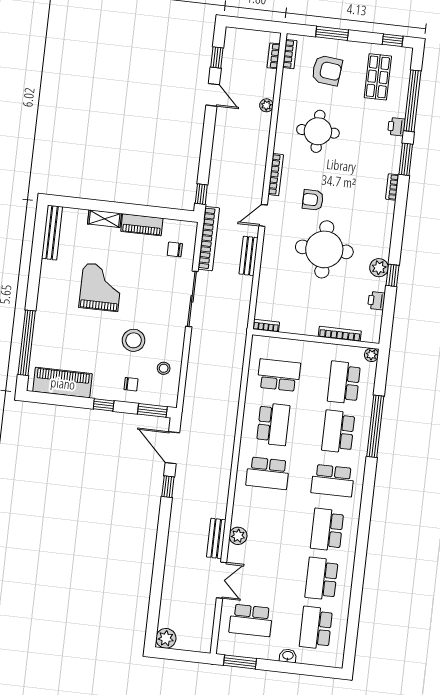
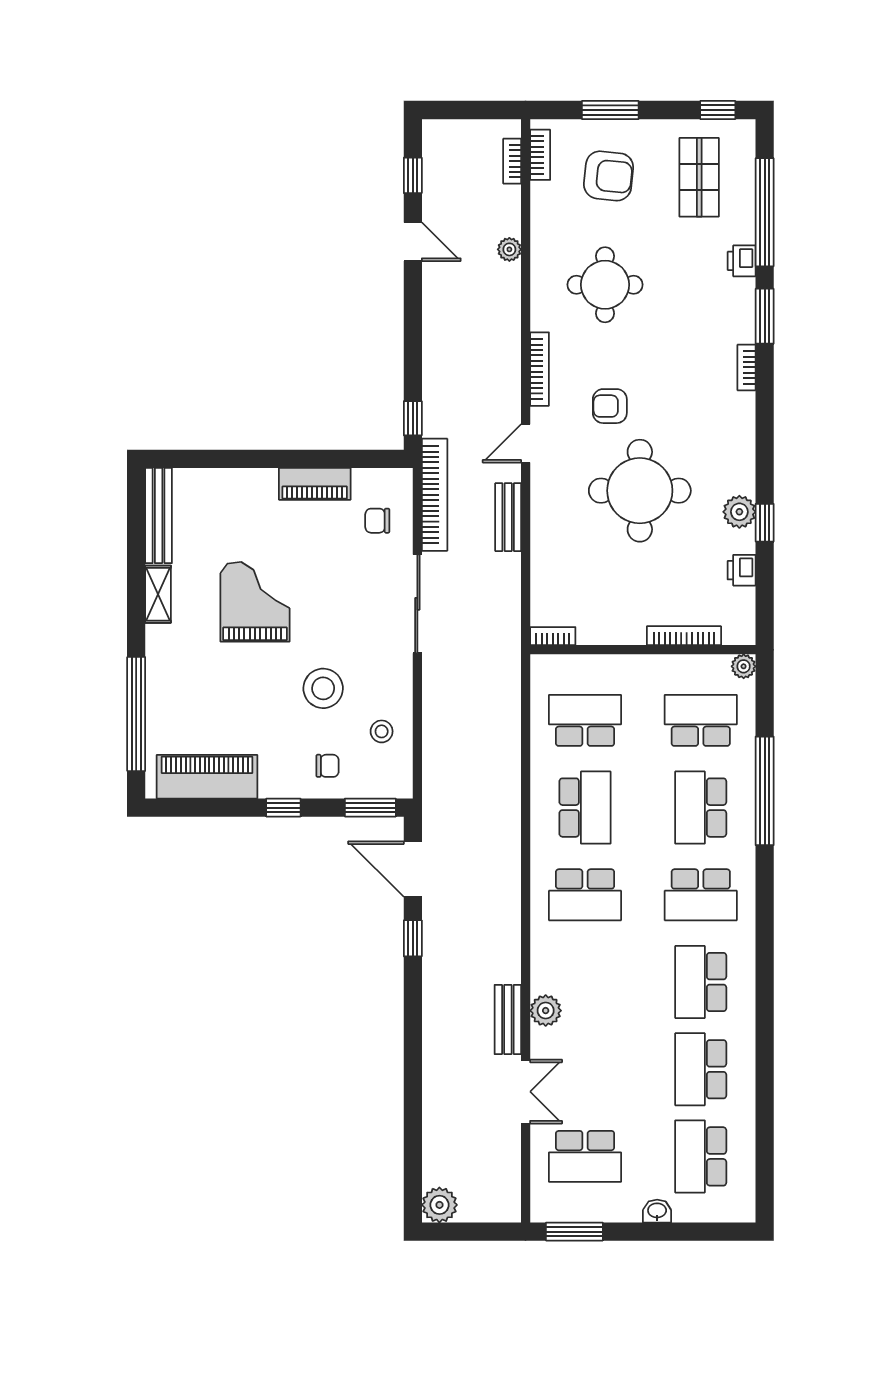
shelving: (104, 219) -> (158, 594), moved, turned 90
school desk: (344, 383) -> (701, 720), turned 90

